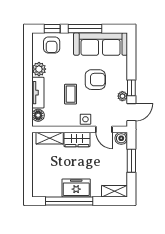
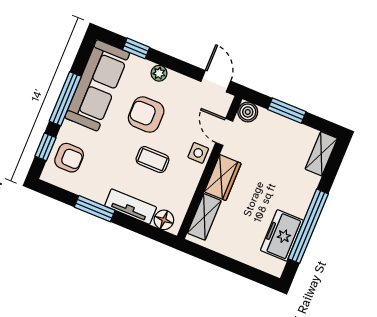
plant: (39, 69) -> (97, 191), removed
window: (28, 72) -> (95, 209), added
armchair: (95, 80) -> (146, 115), turned -90
window: (131, 88) -> (136, 48), moved
plant: (122, 96) -> (159, 73), moved
door: (104, 129) -> (224, 132), swing flipped
freezer: (76, 188) -> (282, 235), moved

